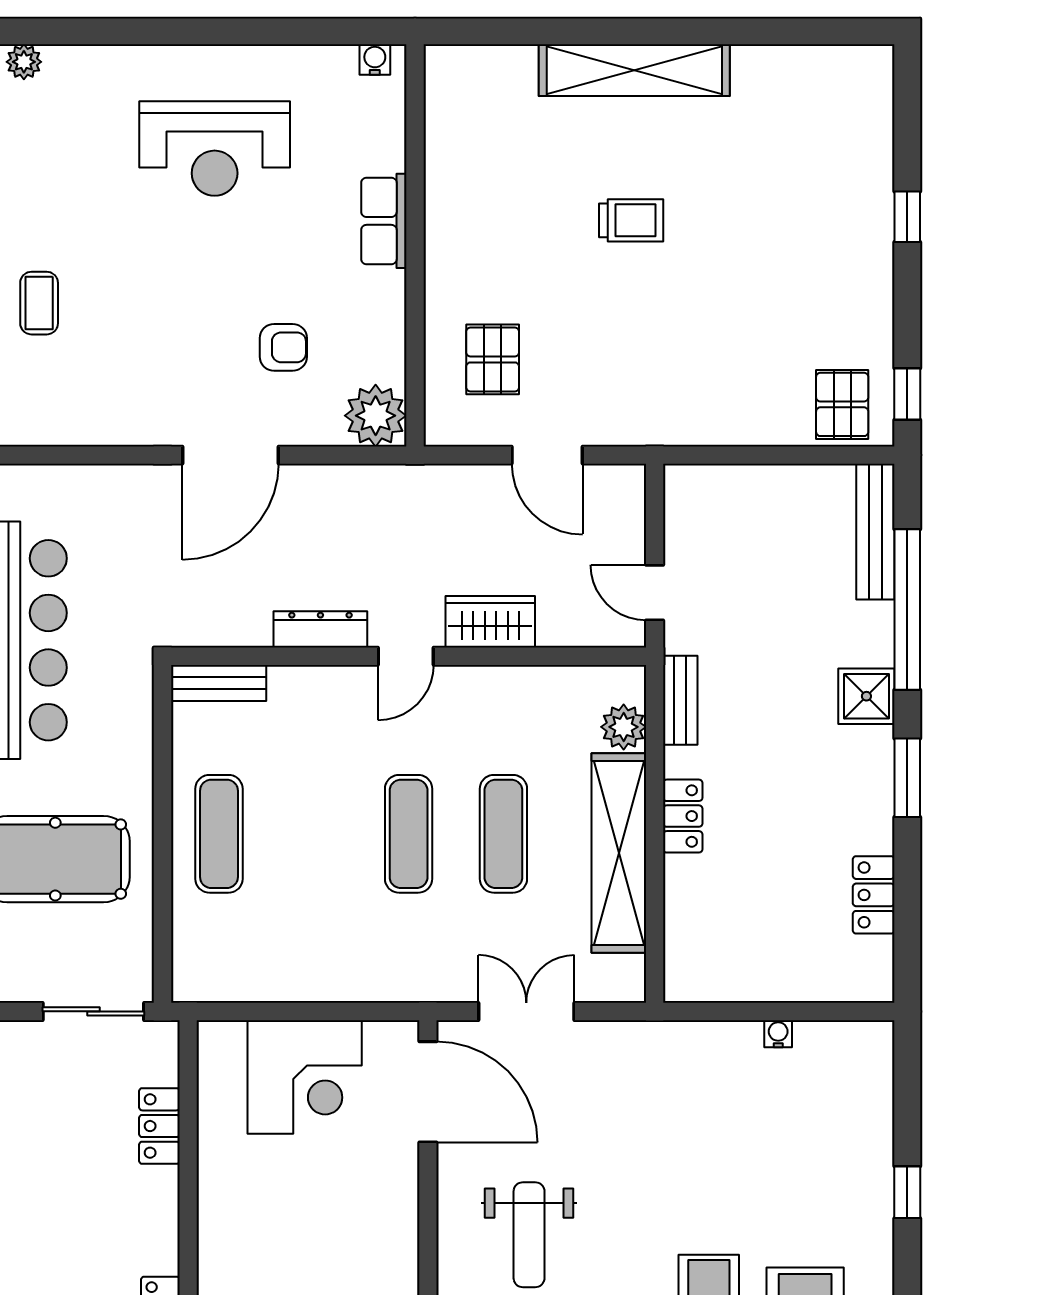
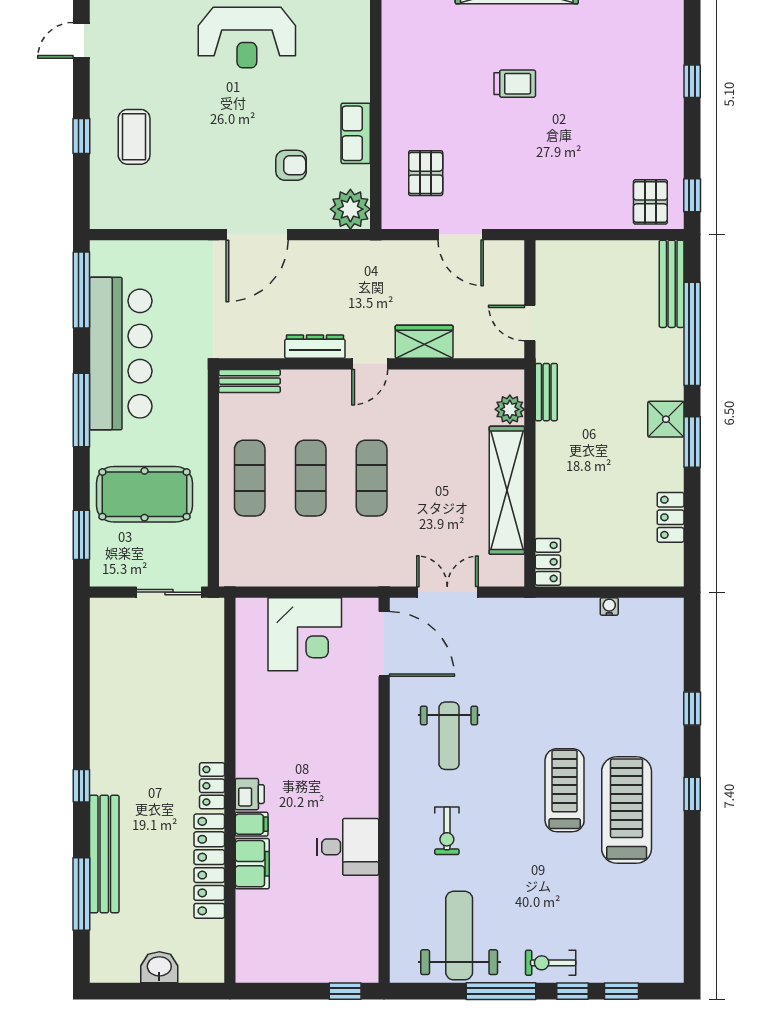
row of seats: (384, 221) -> (356, 133), moved
coffee table: (39, 303) -> (134, 137), width x1.36, depth x1.30
shower: (866, 696) -> (666, 419), moved
locker: (683, 816) -> (548, 562), moved
exercise mat: (503, 834) -> (311, 478), moved
locker: (159, 1126) -> (211, 666), removed

